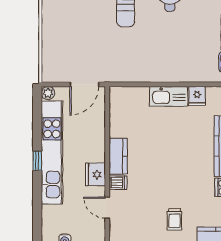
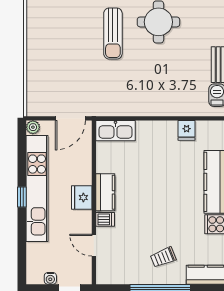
kitchen sink: (169, 96) -> (115, 131), moved
fridge: (95, 174) -> (82, 198), moved
trolley: (174, 219) -> (163, 257), turned 68

